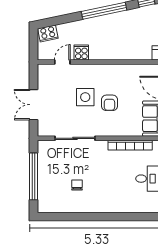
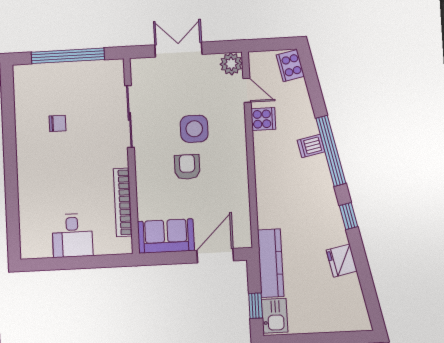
dishwasher: (100, 23) -> (311, 146), added
plant: (45, 71) -> (231, 64), added
armchair: (109, 103) -> (187, 167), turned 90

